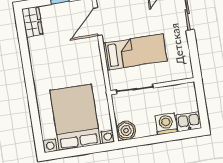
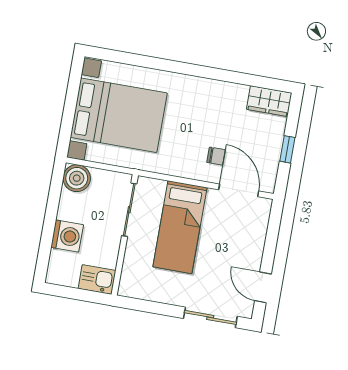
chair: (80, 44) -> (216, 156), added
kitchen sink: (189, 122) -> (97, 279), moved, turned -90

